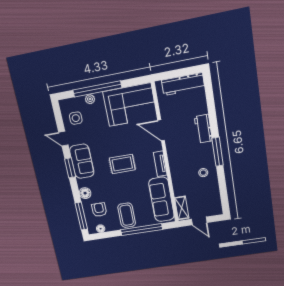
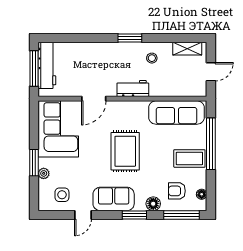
window: (179, 73) -> (34, 68), added
window: (97, 89) -> (34, 163), width x0.47
workbench: (203, 129) -> (133, 88), moved, turned 180
window: (218, 152) -> (130, 38), width x0.69
rug: (122, 164) -> (125, 151), width x1.36, depth x1.43
tv unit: (160, 164) -> (133, 106), removed
window: (70, 168) -> (134, 215), moved
shelving: (182, 208) -> (187, 49), moved

